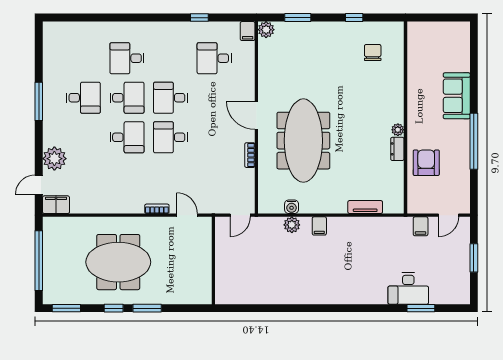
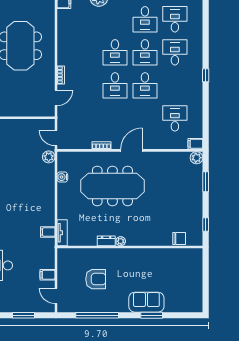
window: (199, 18) -> (206, 75), moved
desk: (83, 58) -> (175, 19), added
window: (474, 89) -> (152, 315), added
desk: (171, 98) -> (145, 85), turned 180
wall: (405, 118) -> (130, 247), moved
plant: (398, 130) -> (121, 241), moved
desk: (171, 137) -> (115, 85), turned 180
window: (474, 141) -> (97, 315), moved
dresser: (397, 149) -> (106, 241), moved
plant: (292, 225) -> (49, 157), moved
filing cabinet: (319, 226) -> (48, 232), moved

